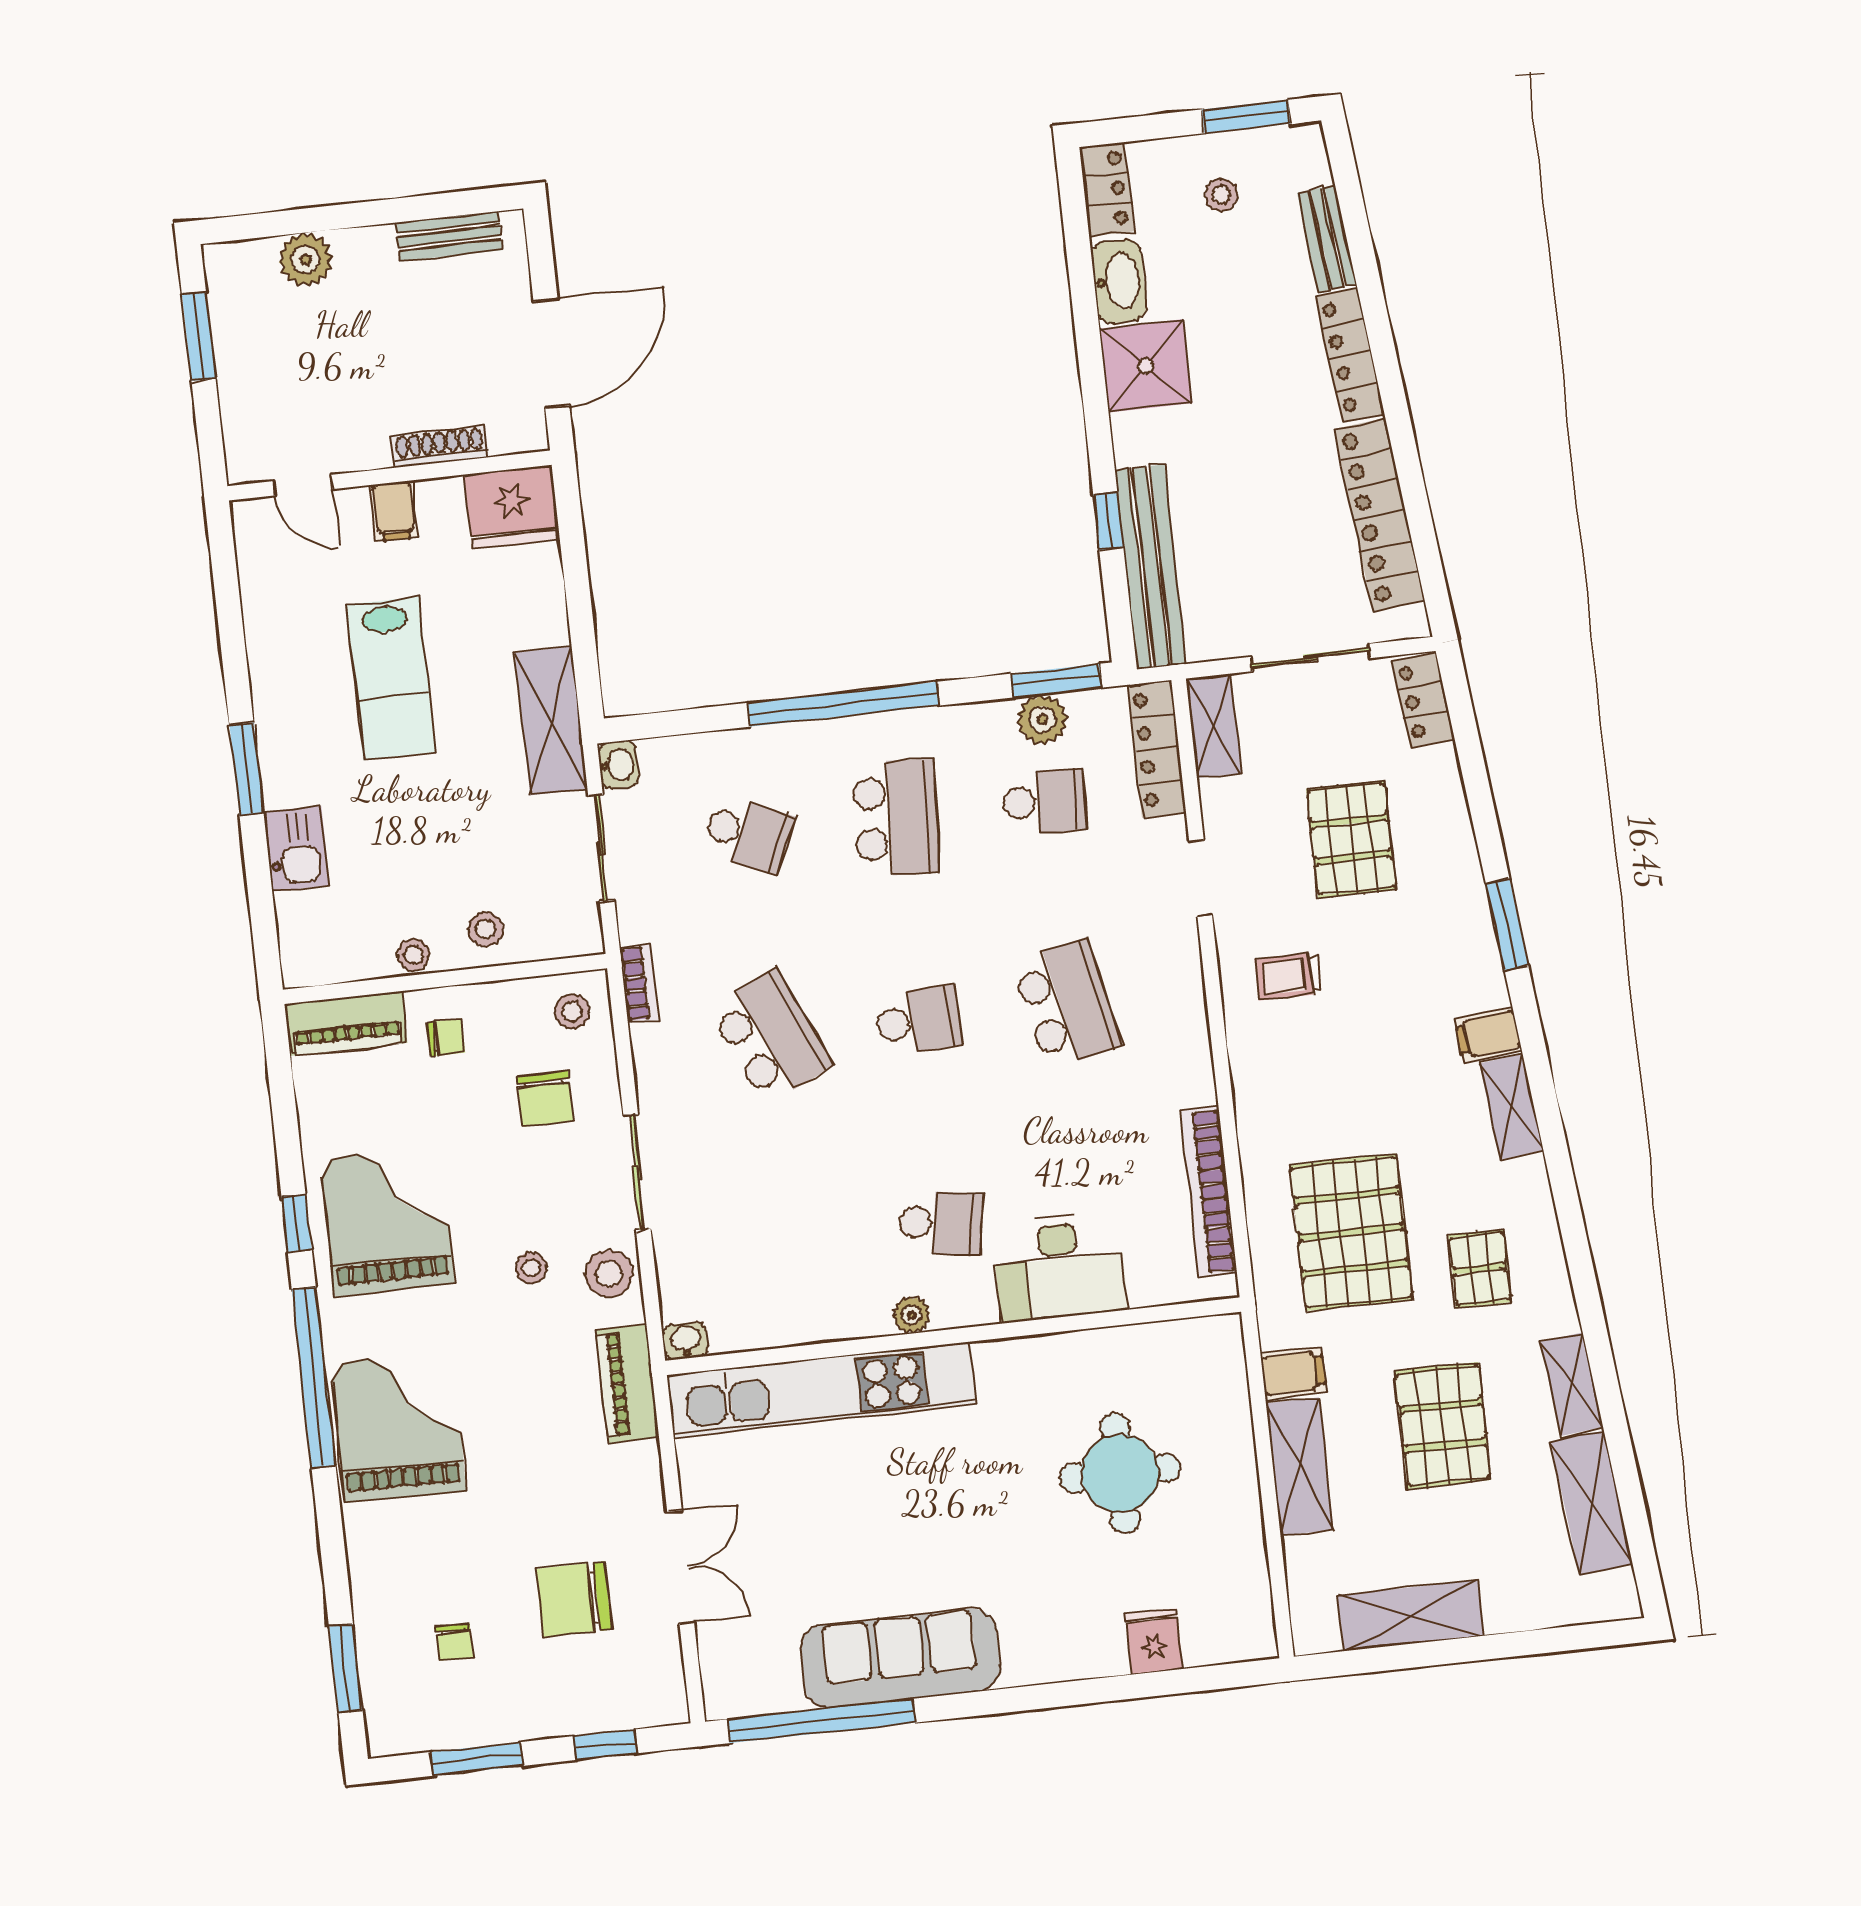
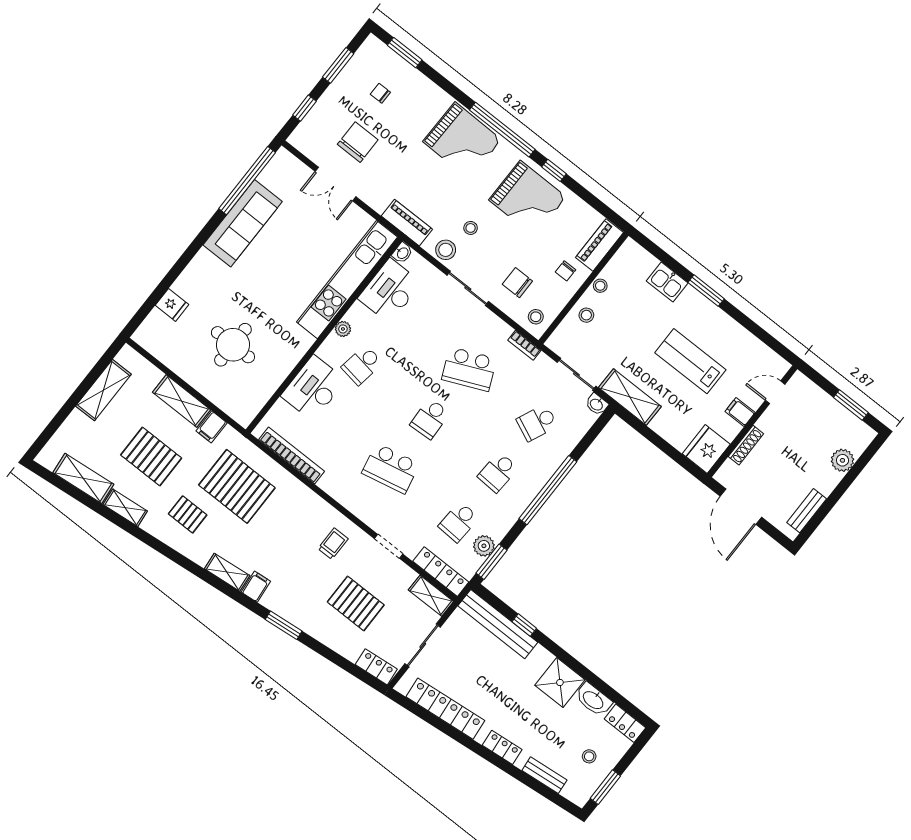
locker: (1350, 355) -> (502, 747), width x0.66
school desk: (896, 818) -> (498, 472), width x0.54
desk: (770, 1300) -> (390, 291), added

